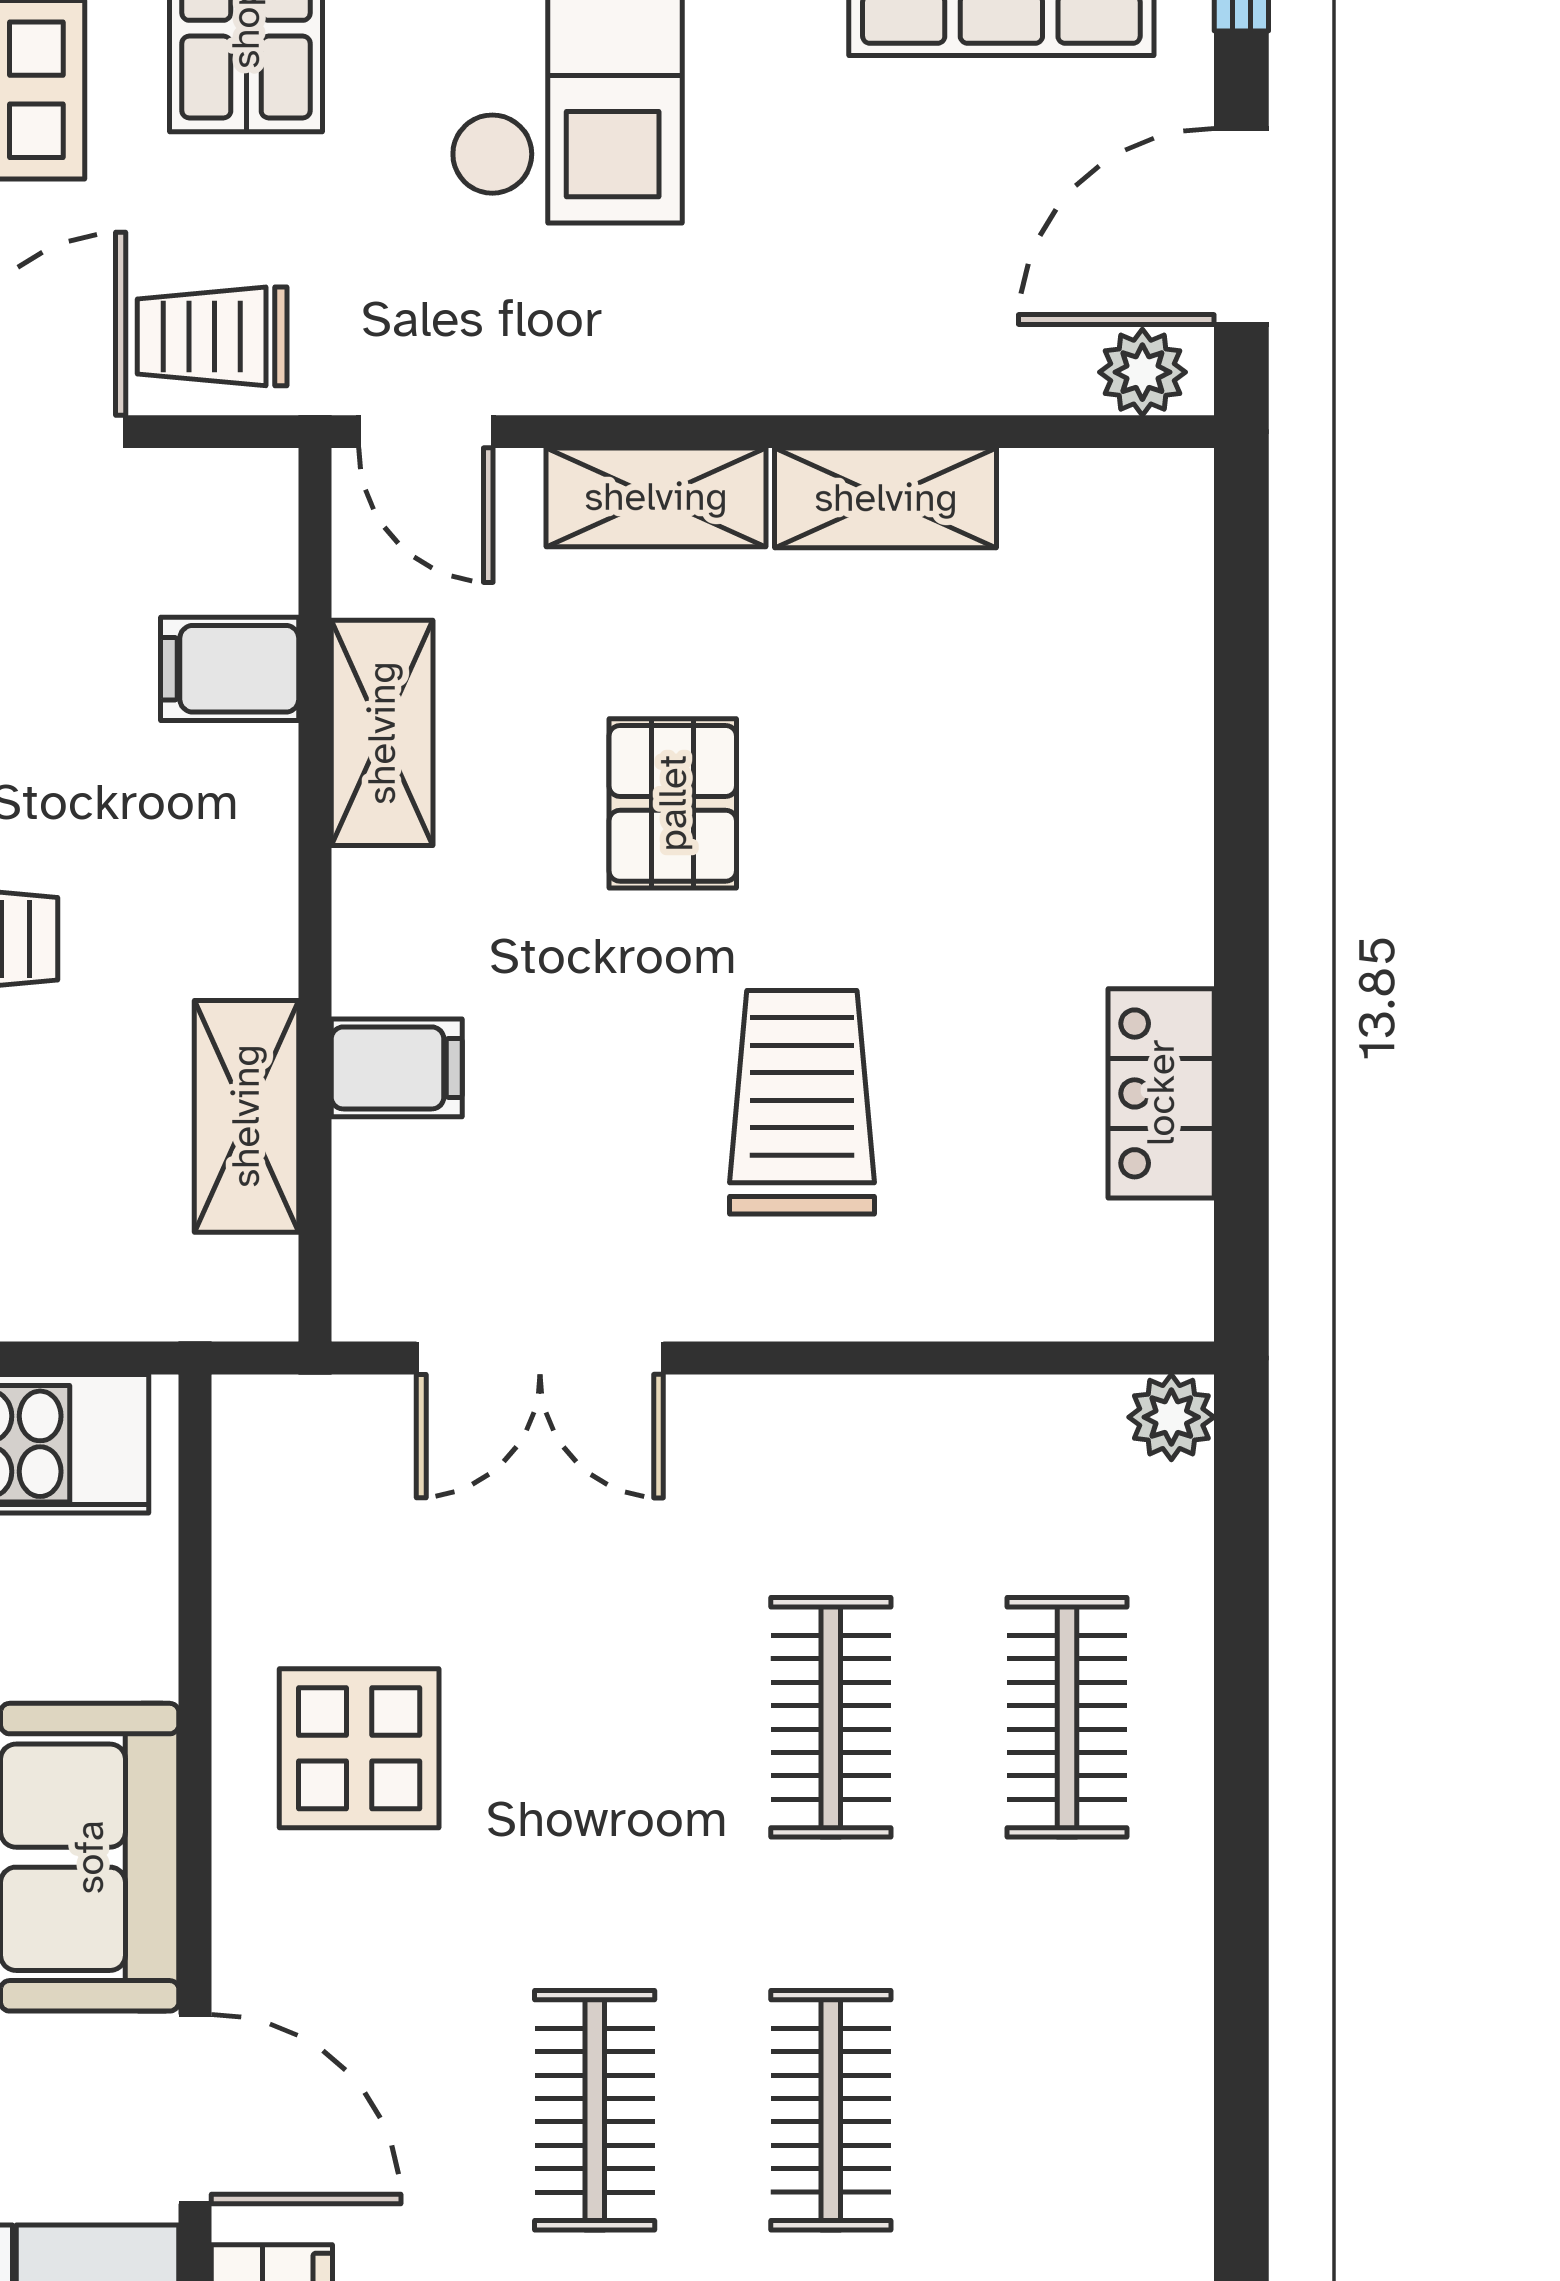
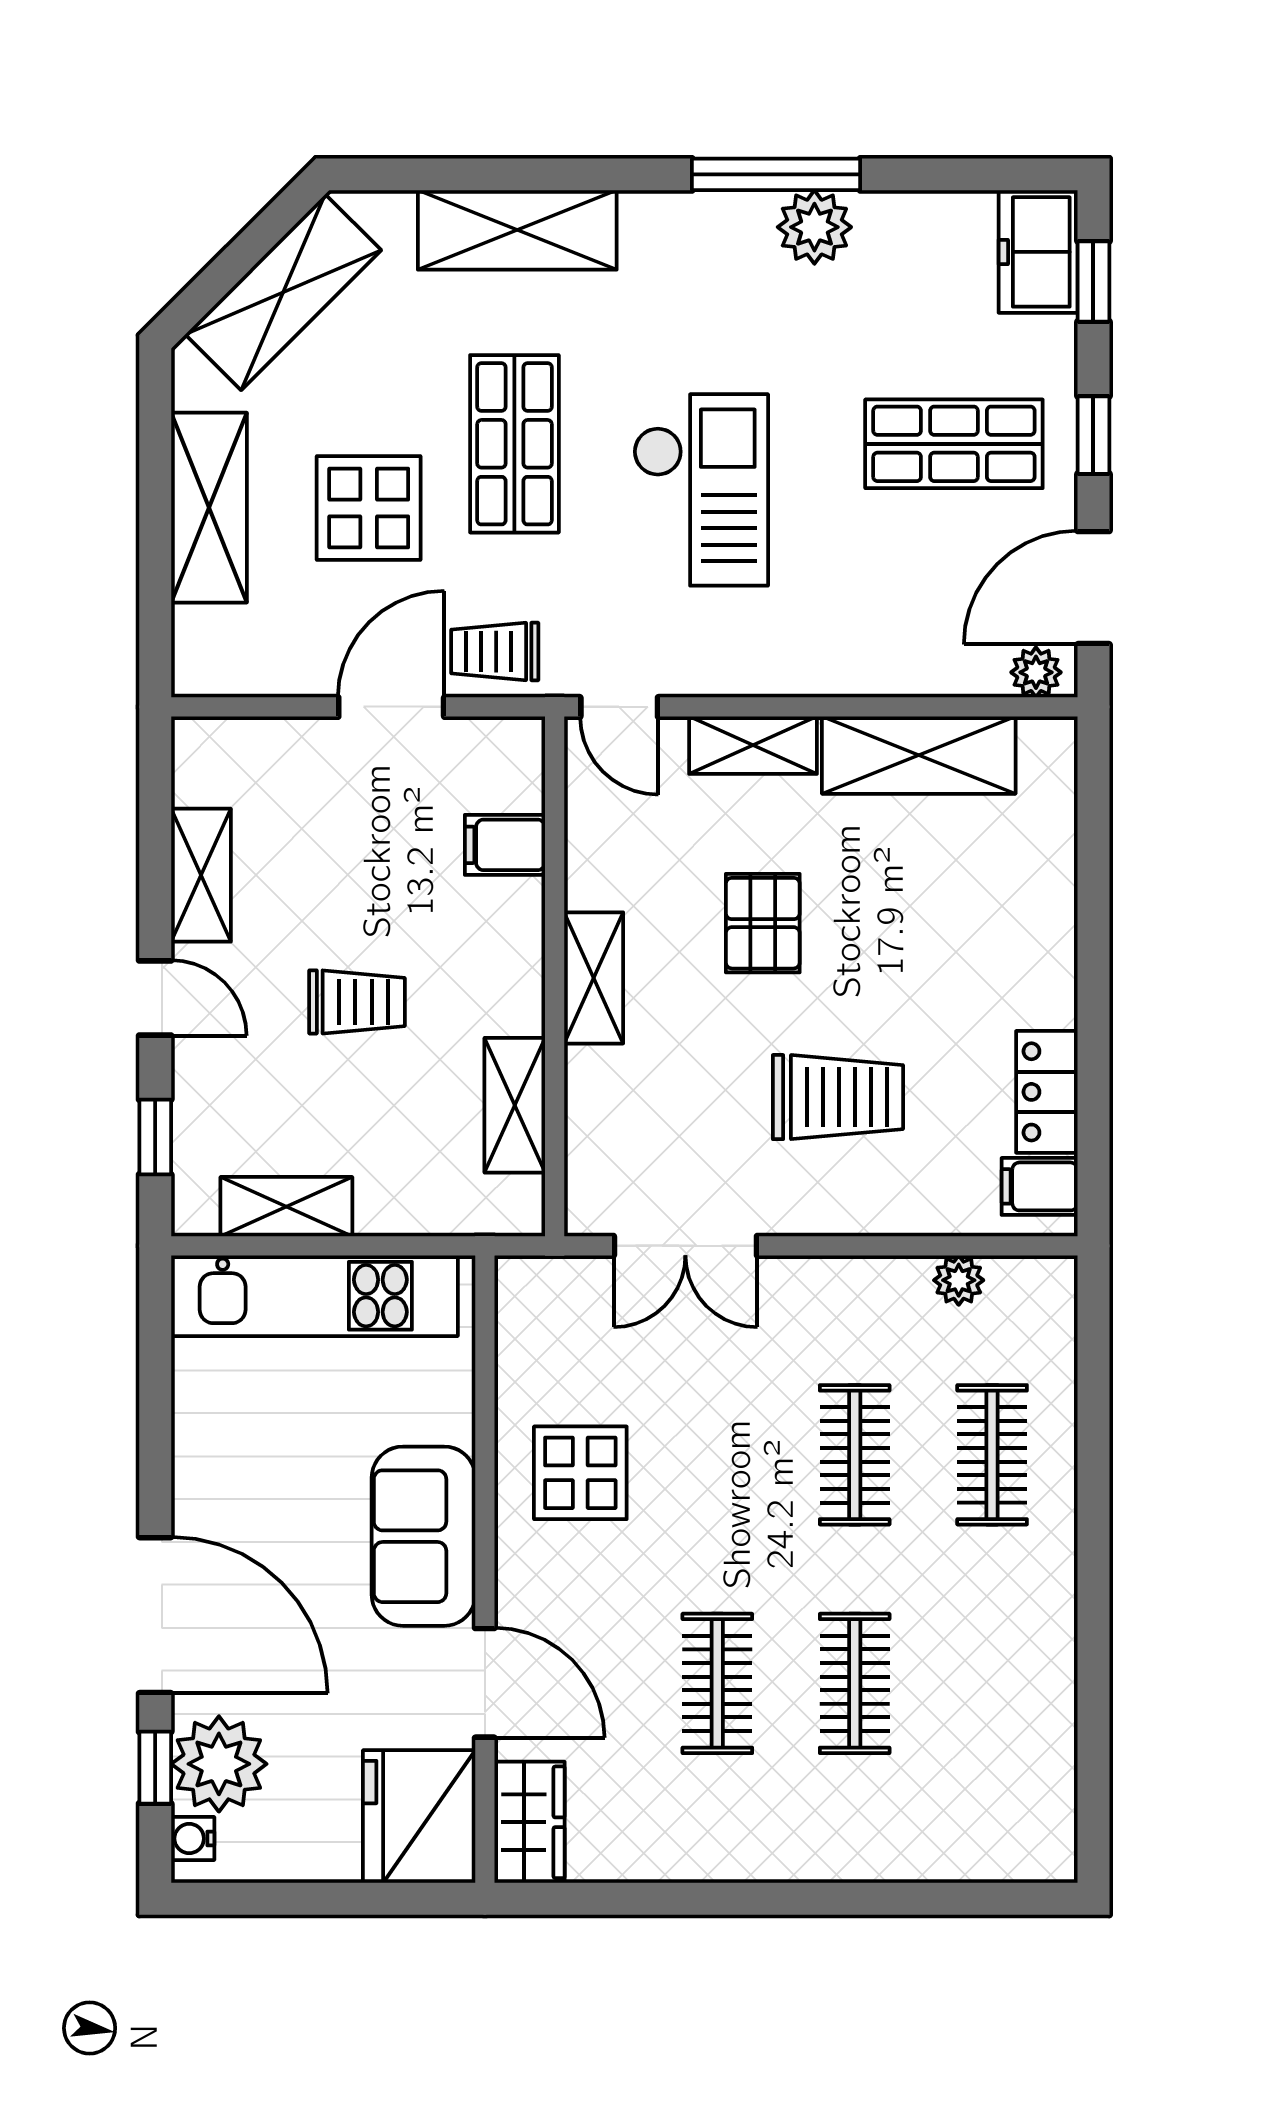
shelving: (886, 498) -> (919, 755), width x1.50, depth x1.33
shelving: (382, 733) -> (594, 978), moved
filing cabinet: (397, 1068) -> (1040, 1186), moved, turned 180
trolley: (802, 1102) -> (838, 1097), turned 90
plant: (1171, 1417) -> (959, 1280), moved

